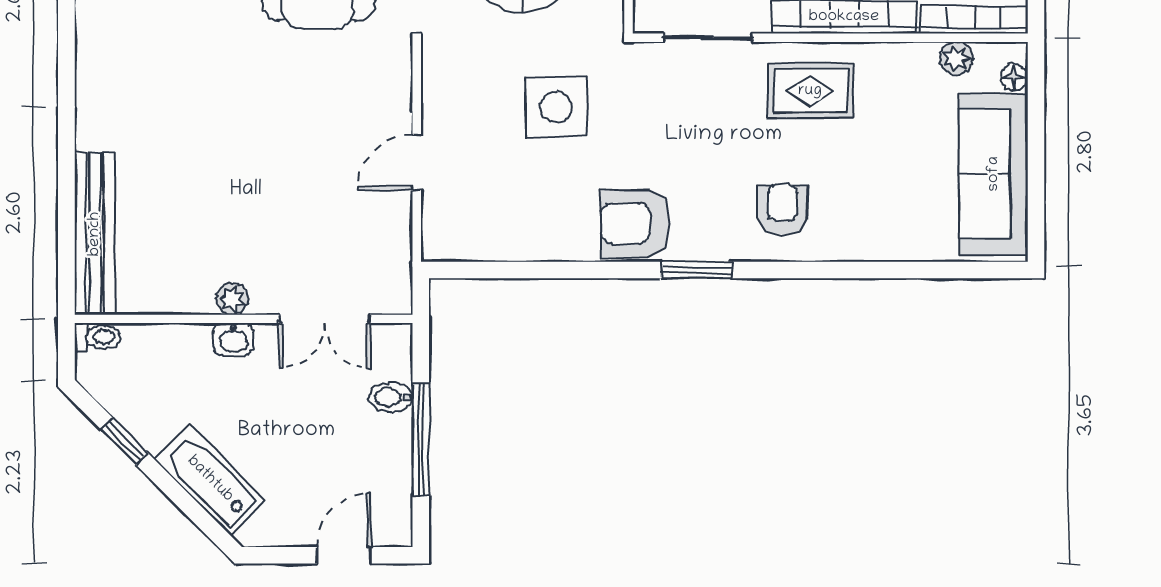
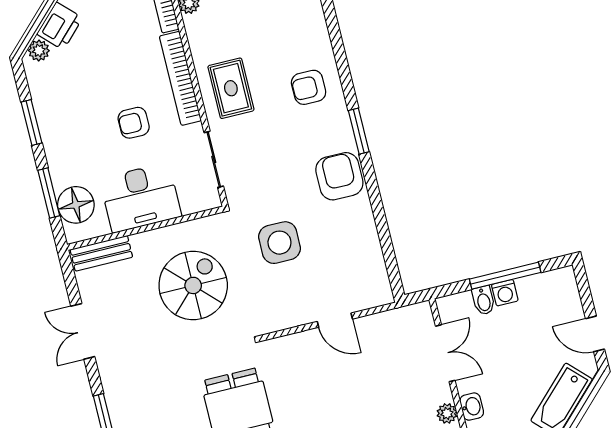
armchair: (635, 223) -> (339, 176), turned 180
washing machine: (395, 433) -> (505, 293), added
door: (344, 555) -> (595, 334), moved

